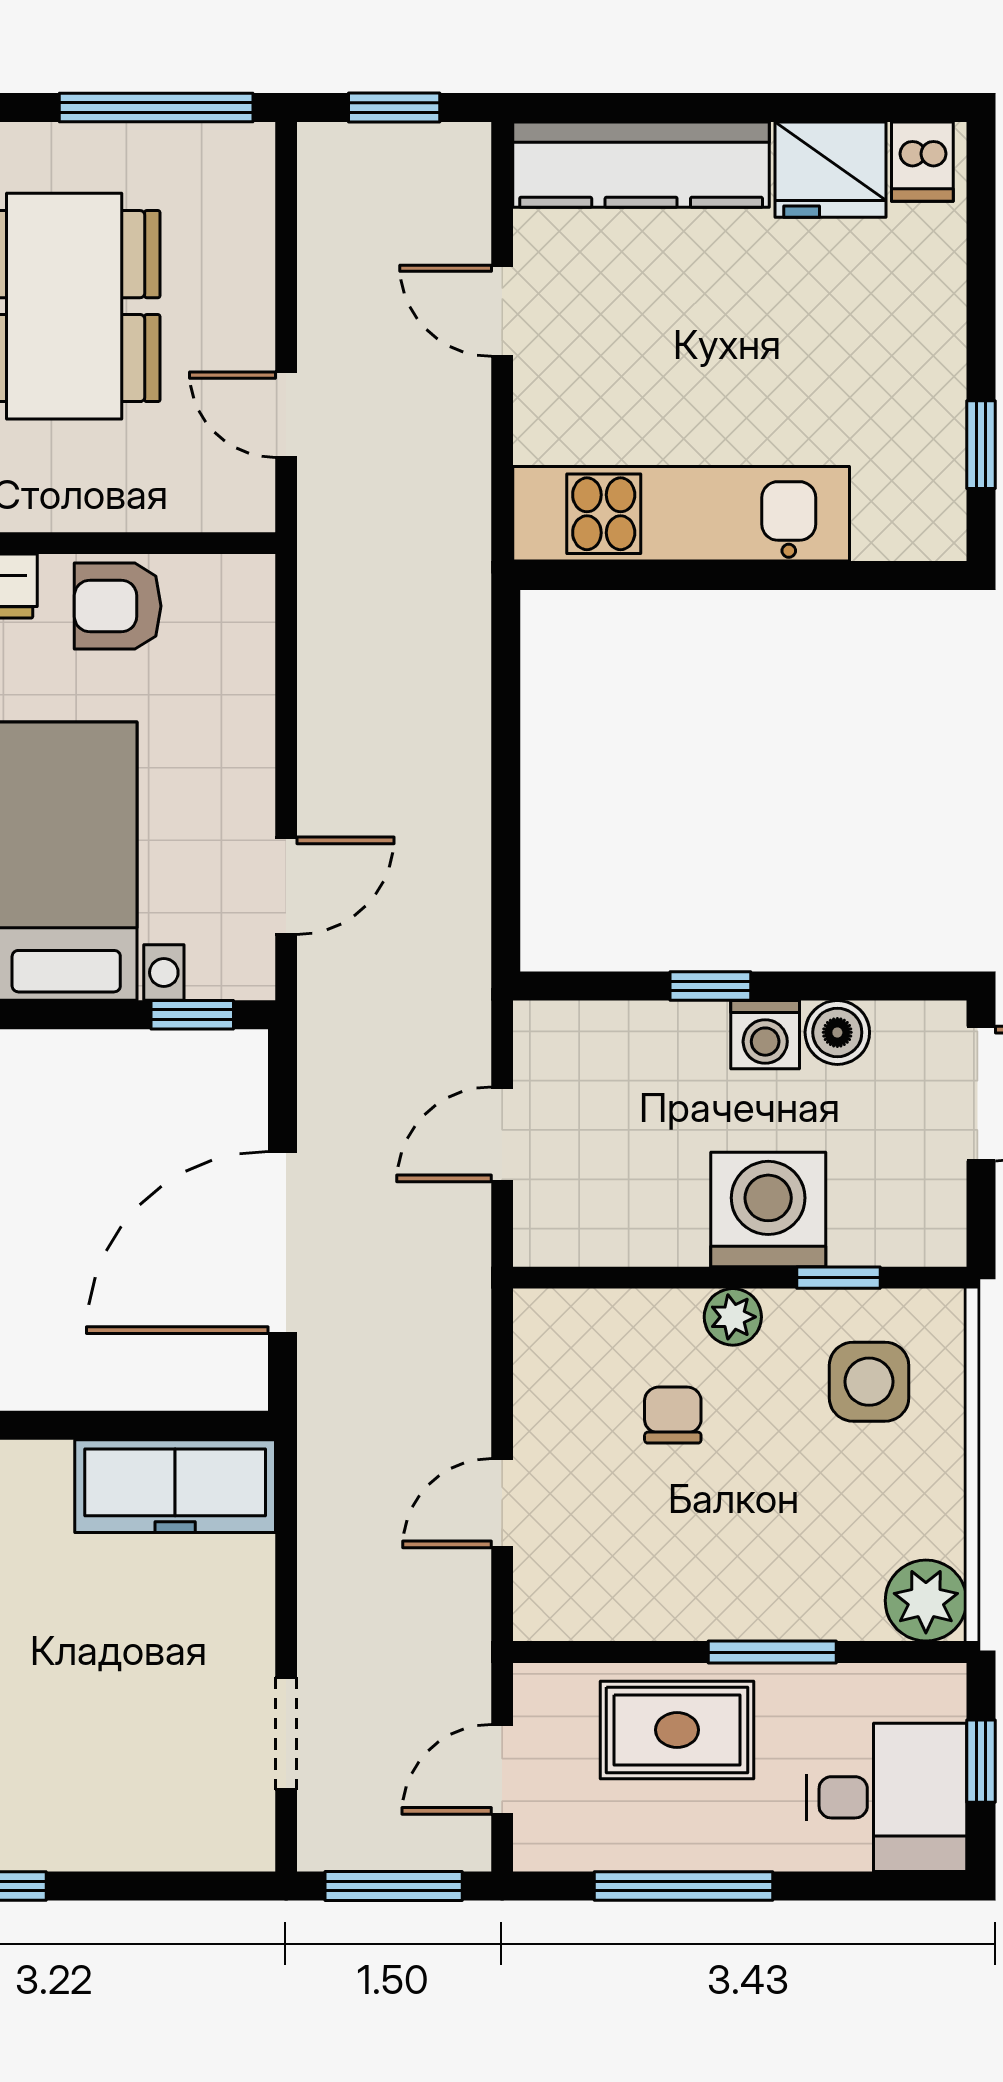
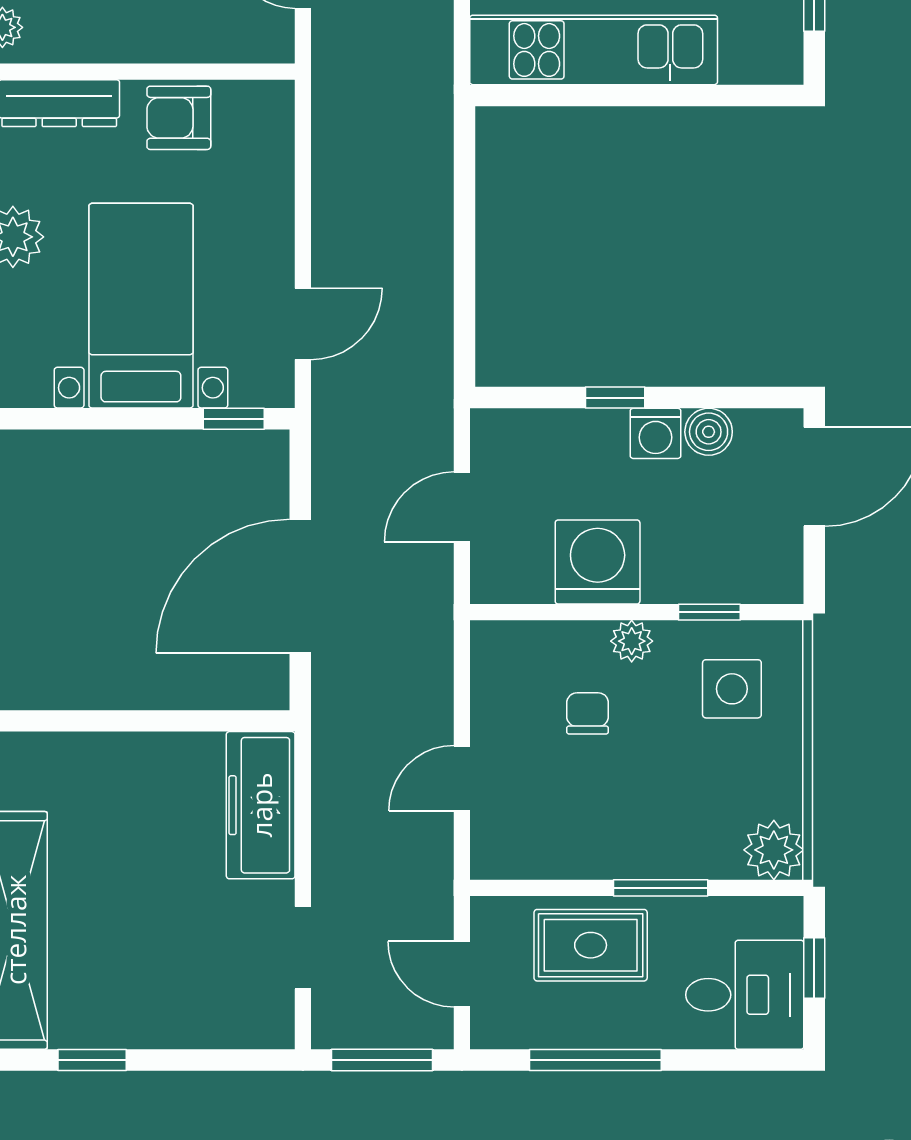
washing machine: (768, 1209) -> (598, 562), moved
freezer: (175, 1486) -> (261, 805), moved, turned 90
door: (502, 1769) -> (462, 974), hinge flipped

